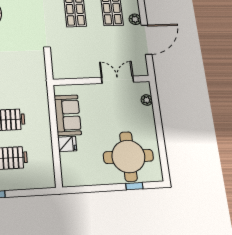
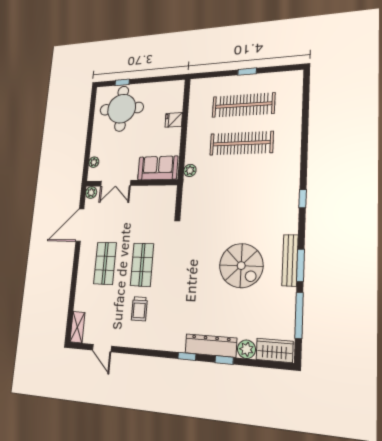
plant: (135, 19) -> (91, 192), moved
plant: (42, 94) -> (190, 170), added
sofa: (68, 115) -> (158, 168), moved, turned 90

